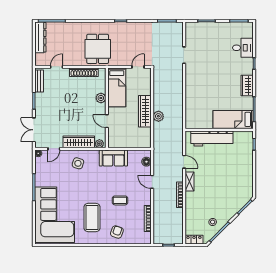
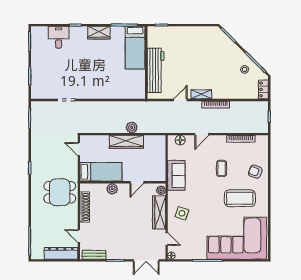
dresser: (40, 37) -> (61, 253), moved

